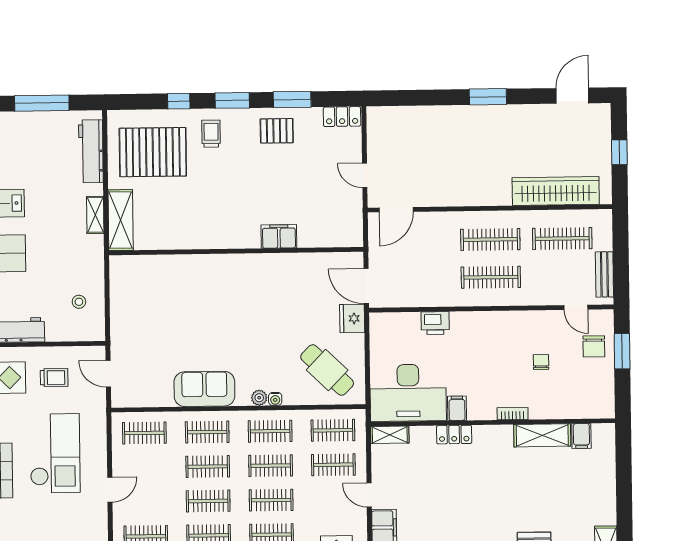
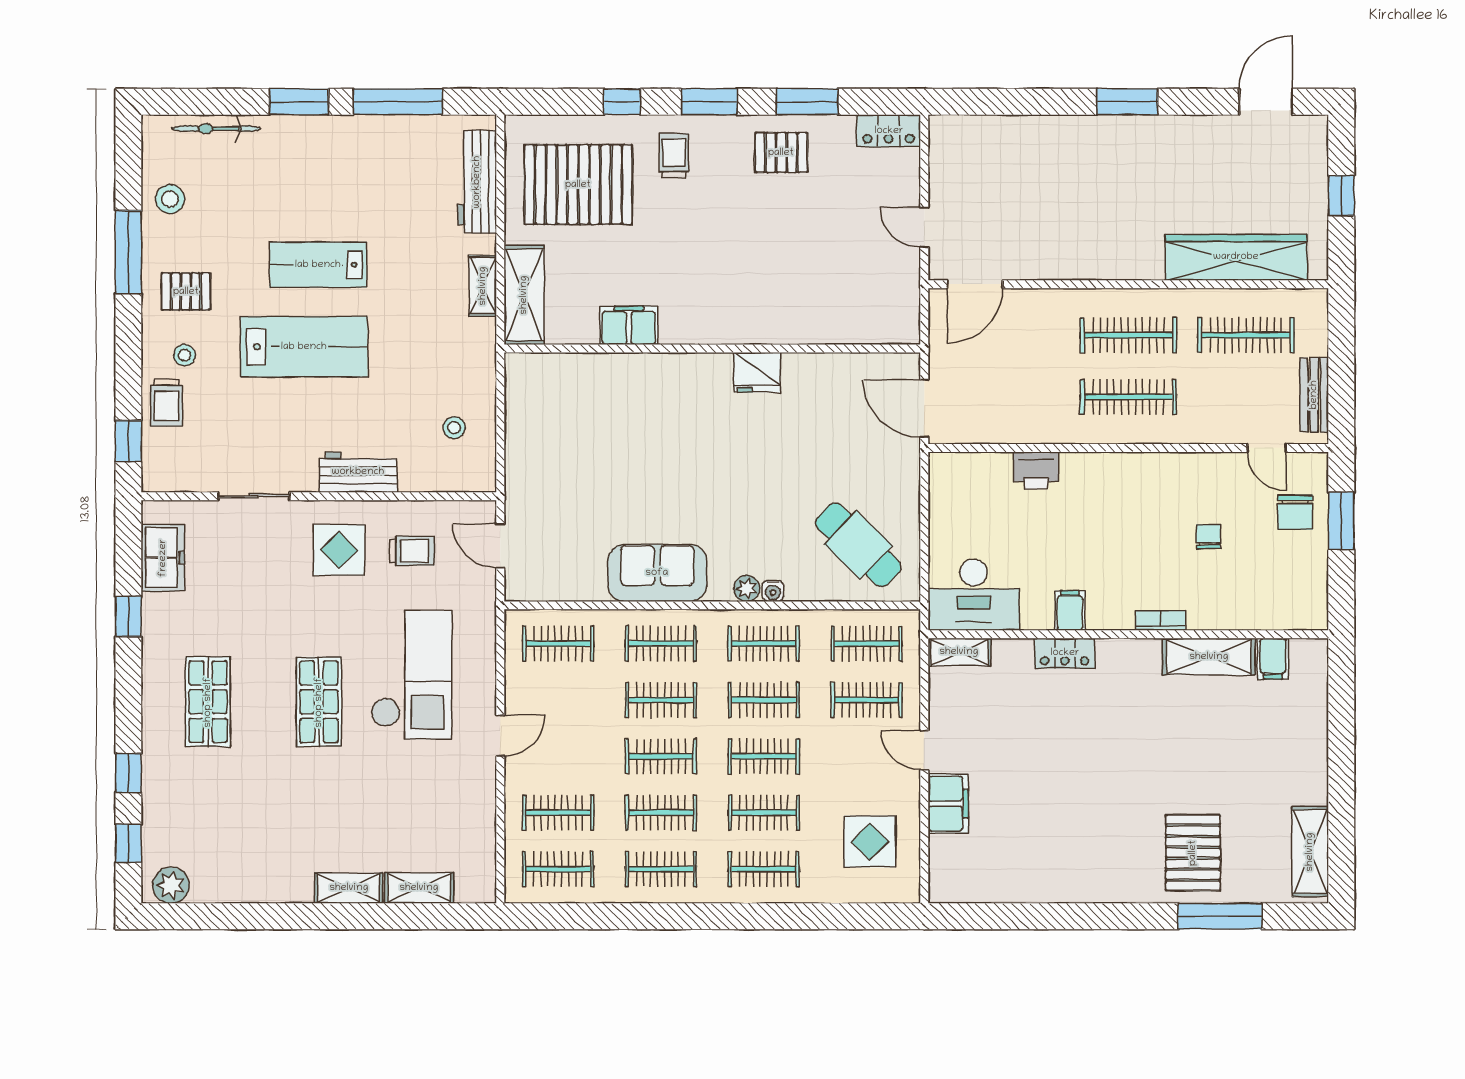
filing cabinet: (279, 236) -> (629, 325), moved
fridge: (352, 318) -> (757, 372), moved, turned -90
desk: (408, 393) -> (974, 595), width x0.73, depth x0.77

